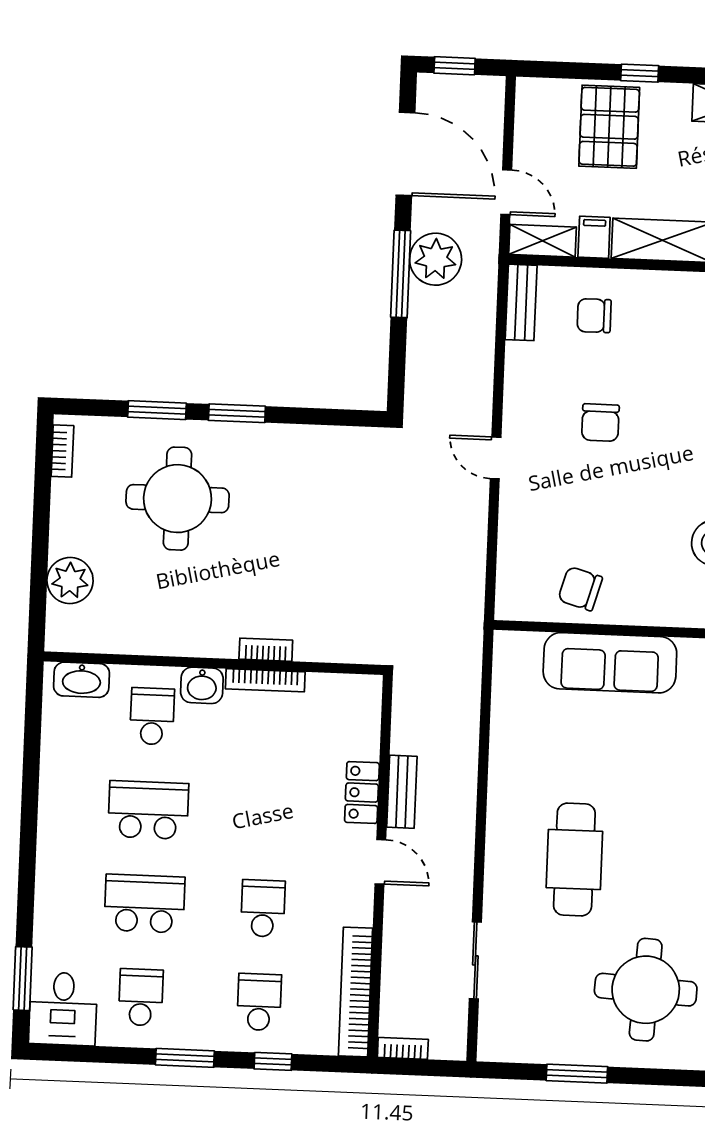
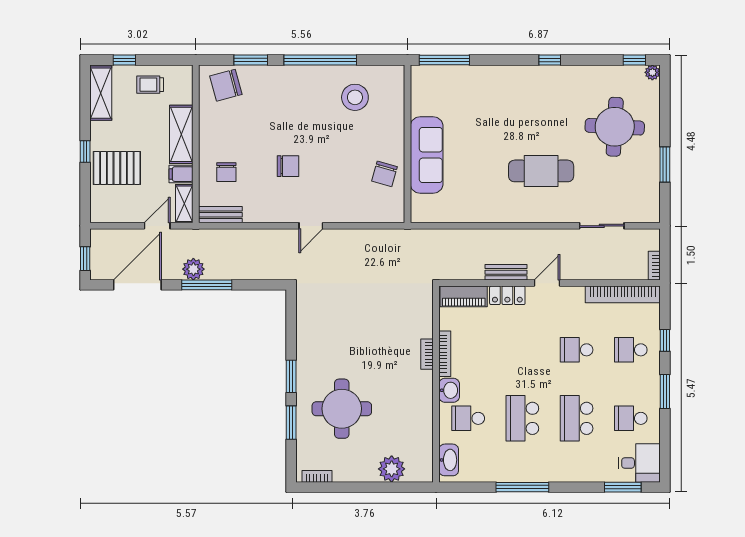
plant: (436, 259) -> (193, 269), width x0.73, depth x0.73
piano: (363, 717) -> (464, 296), added
window: (30, 805) -> (522, 487), added

